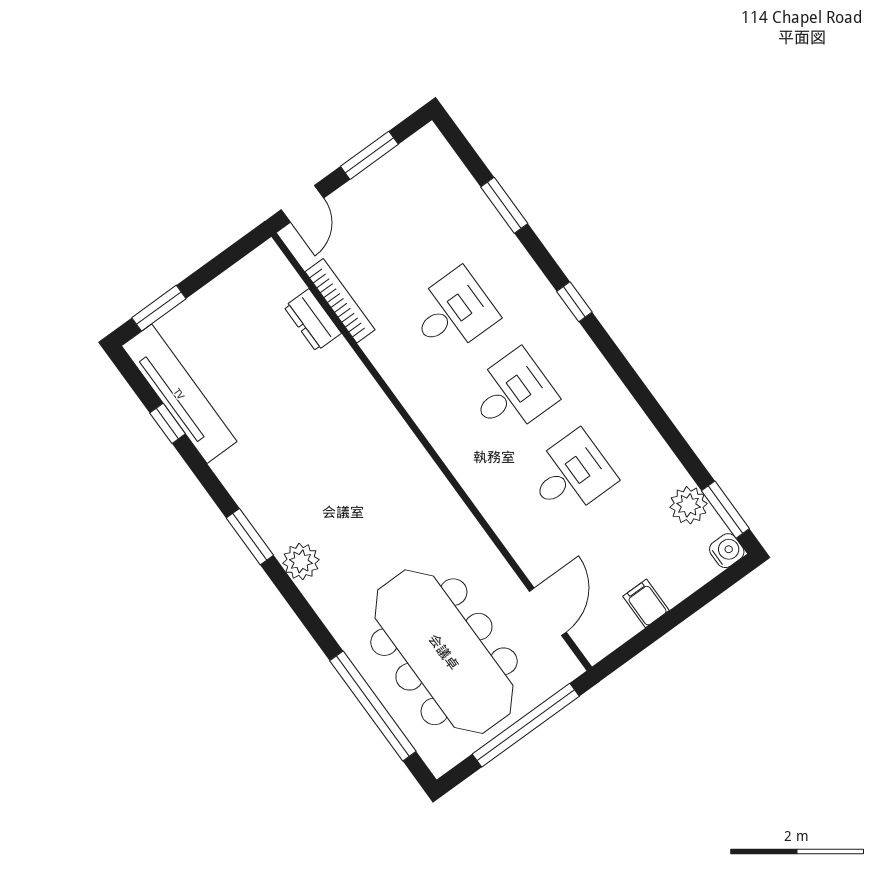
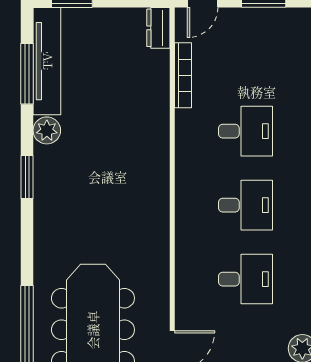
dresser: (313, 320) -> (158, 28), moved
window: (168, 423) -> (27, 74), width x2.17
plant: (301, 561) -> (47, 130), moved

